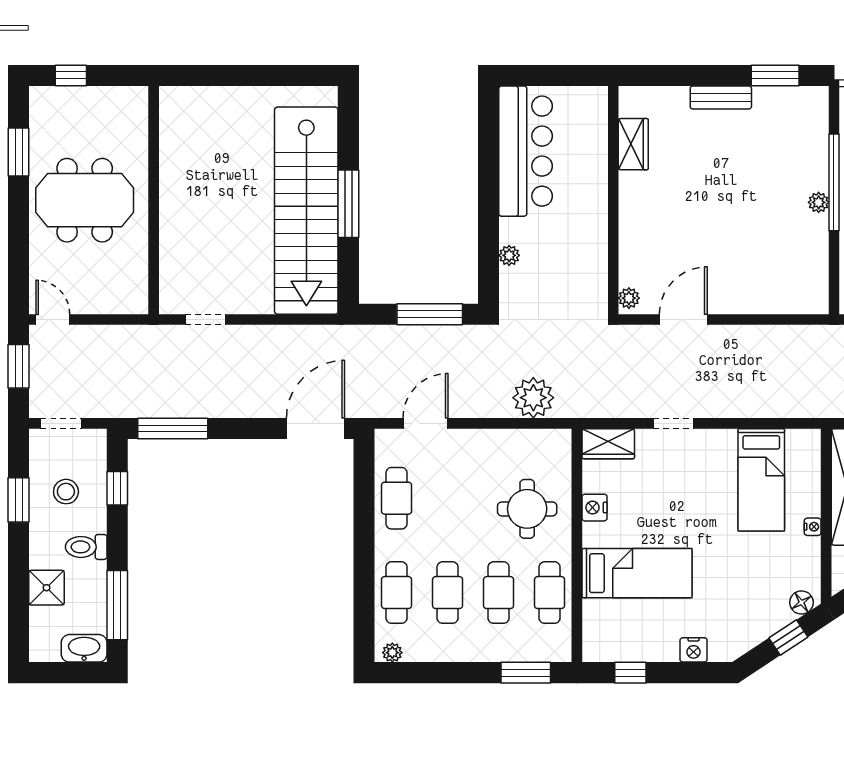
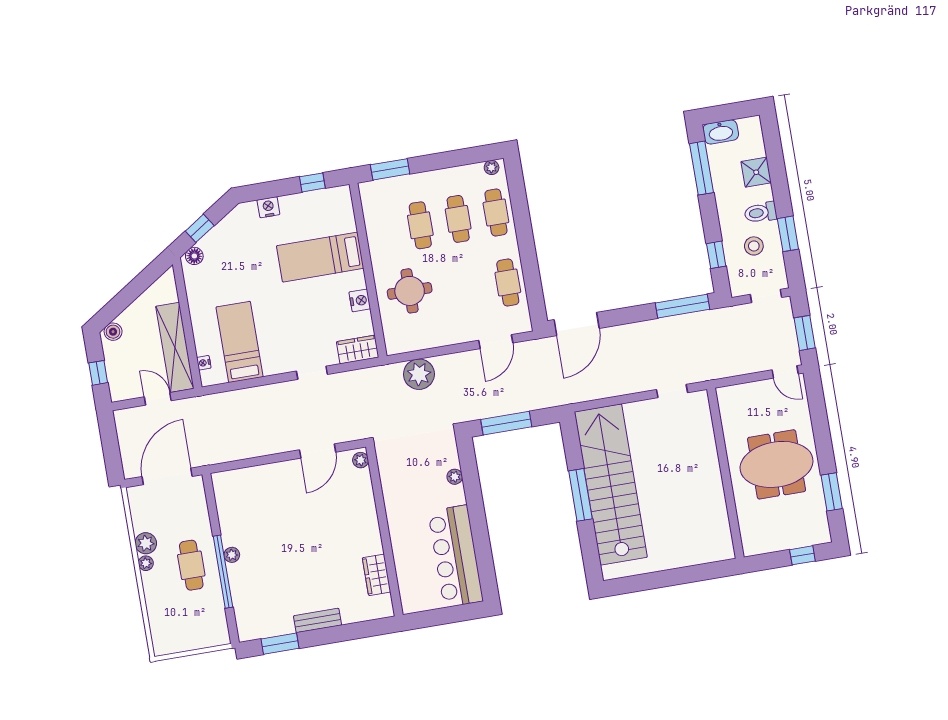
nightstand: (813, 527) -> (204, 363), moved
toilet: (86, 547) -> (761, 213), moved, turned 180
cafe table: (550, 593) -> (382, 232), removed

